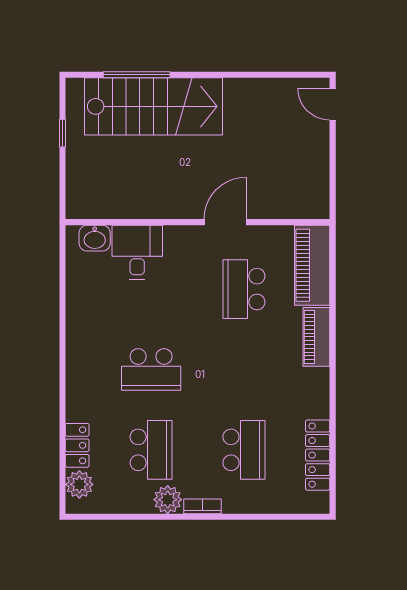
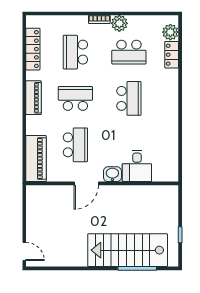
washbasin: (95, 238) -> (112, 174), moved
piano: (316, 337) -> (34, 98), moved
school desk: (151, 369) -> (129, 98), turned 90
school desk: (244, 369) -> (75, 98), added
school desk: (151, 450) -> (129, 52), turned -90

